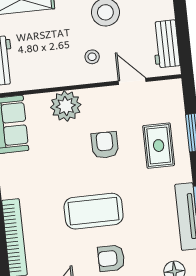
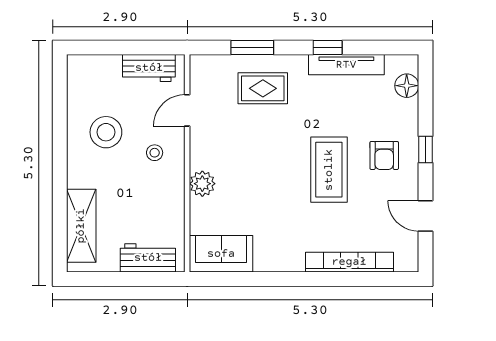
plant: (66, 106) -> (202, 184), width x0.73, depth x0.73
armchair: (105, 145) -> (256, 149), removed

